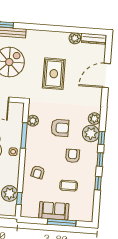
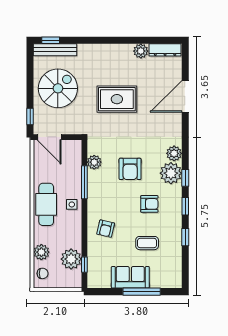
rug: (54, 74) -> (117, 99), turned 90
armchair: (60, 128) -> (130, 169), turned 90
armchair: (73, 156) -> (149, 204), turned 90

